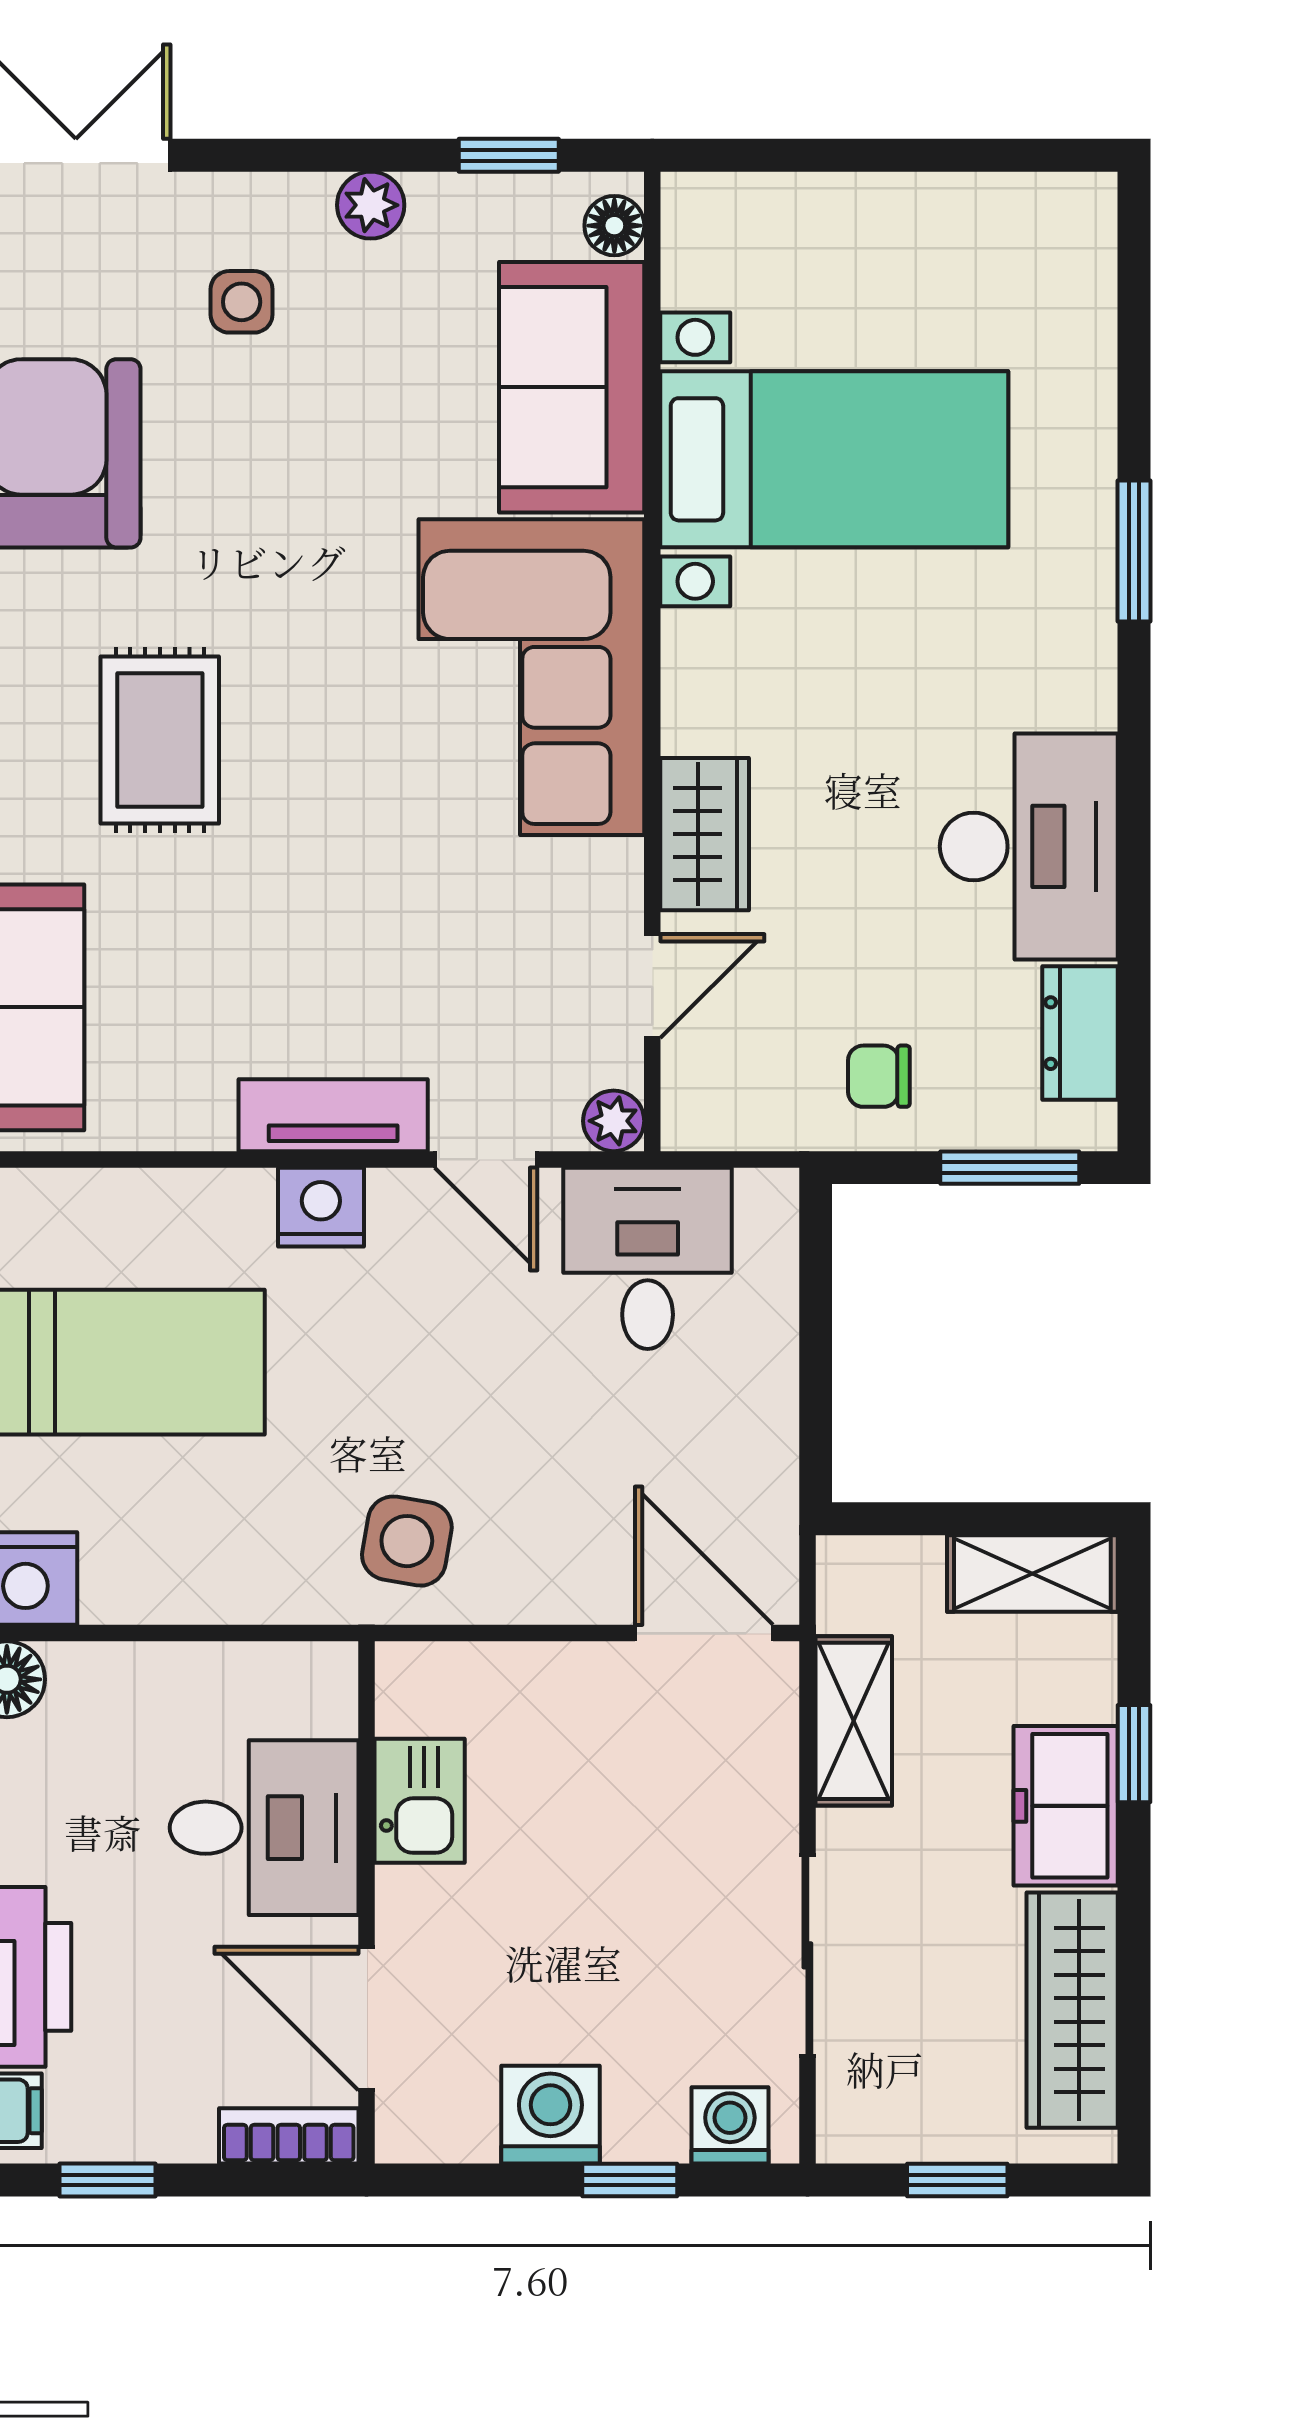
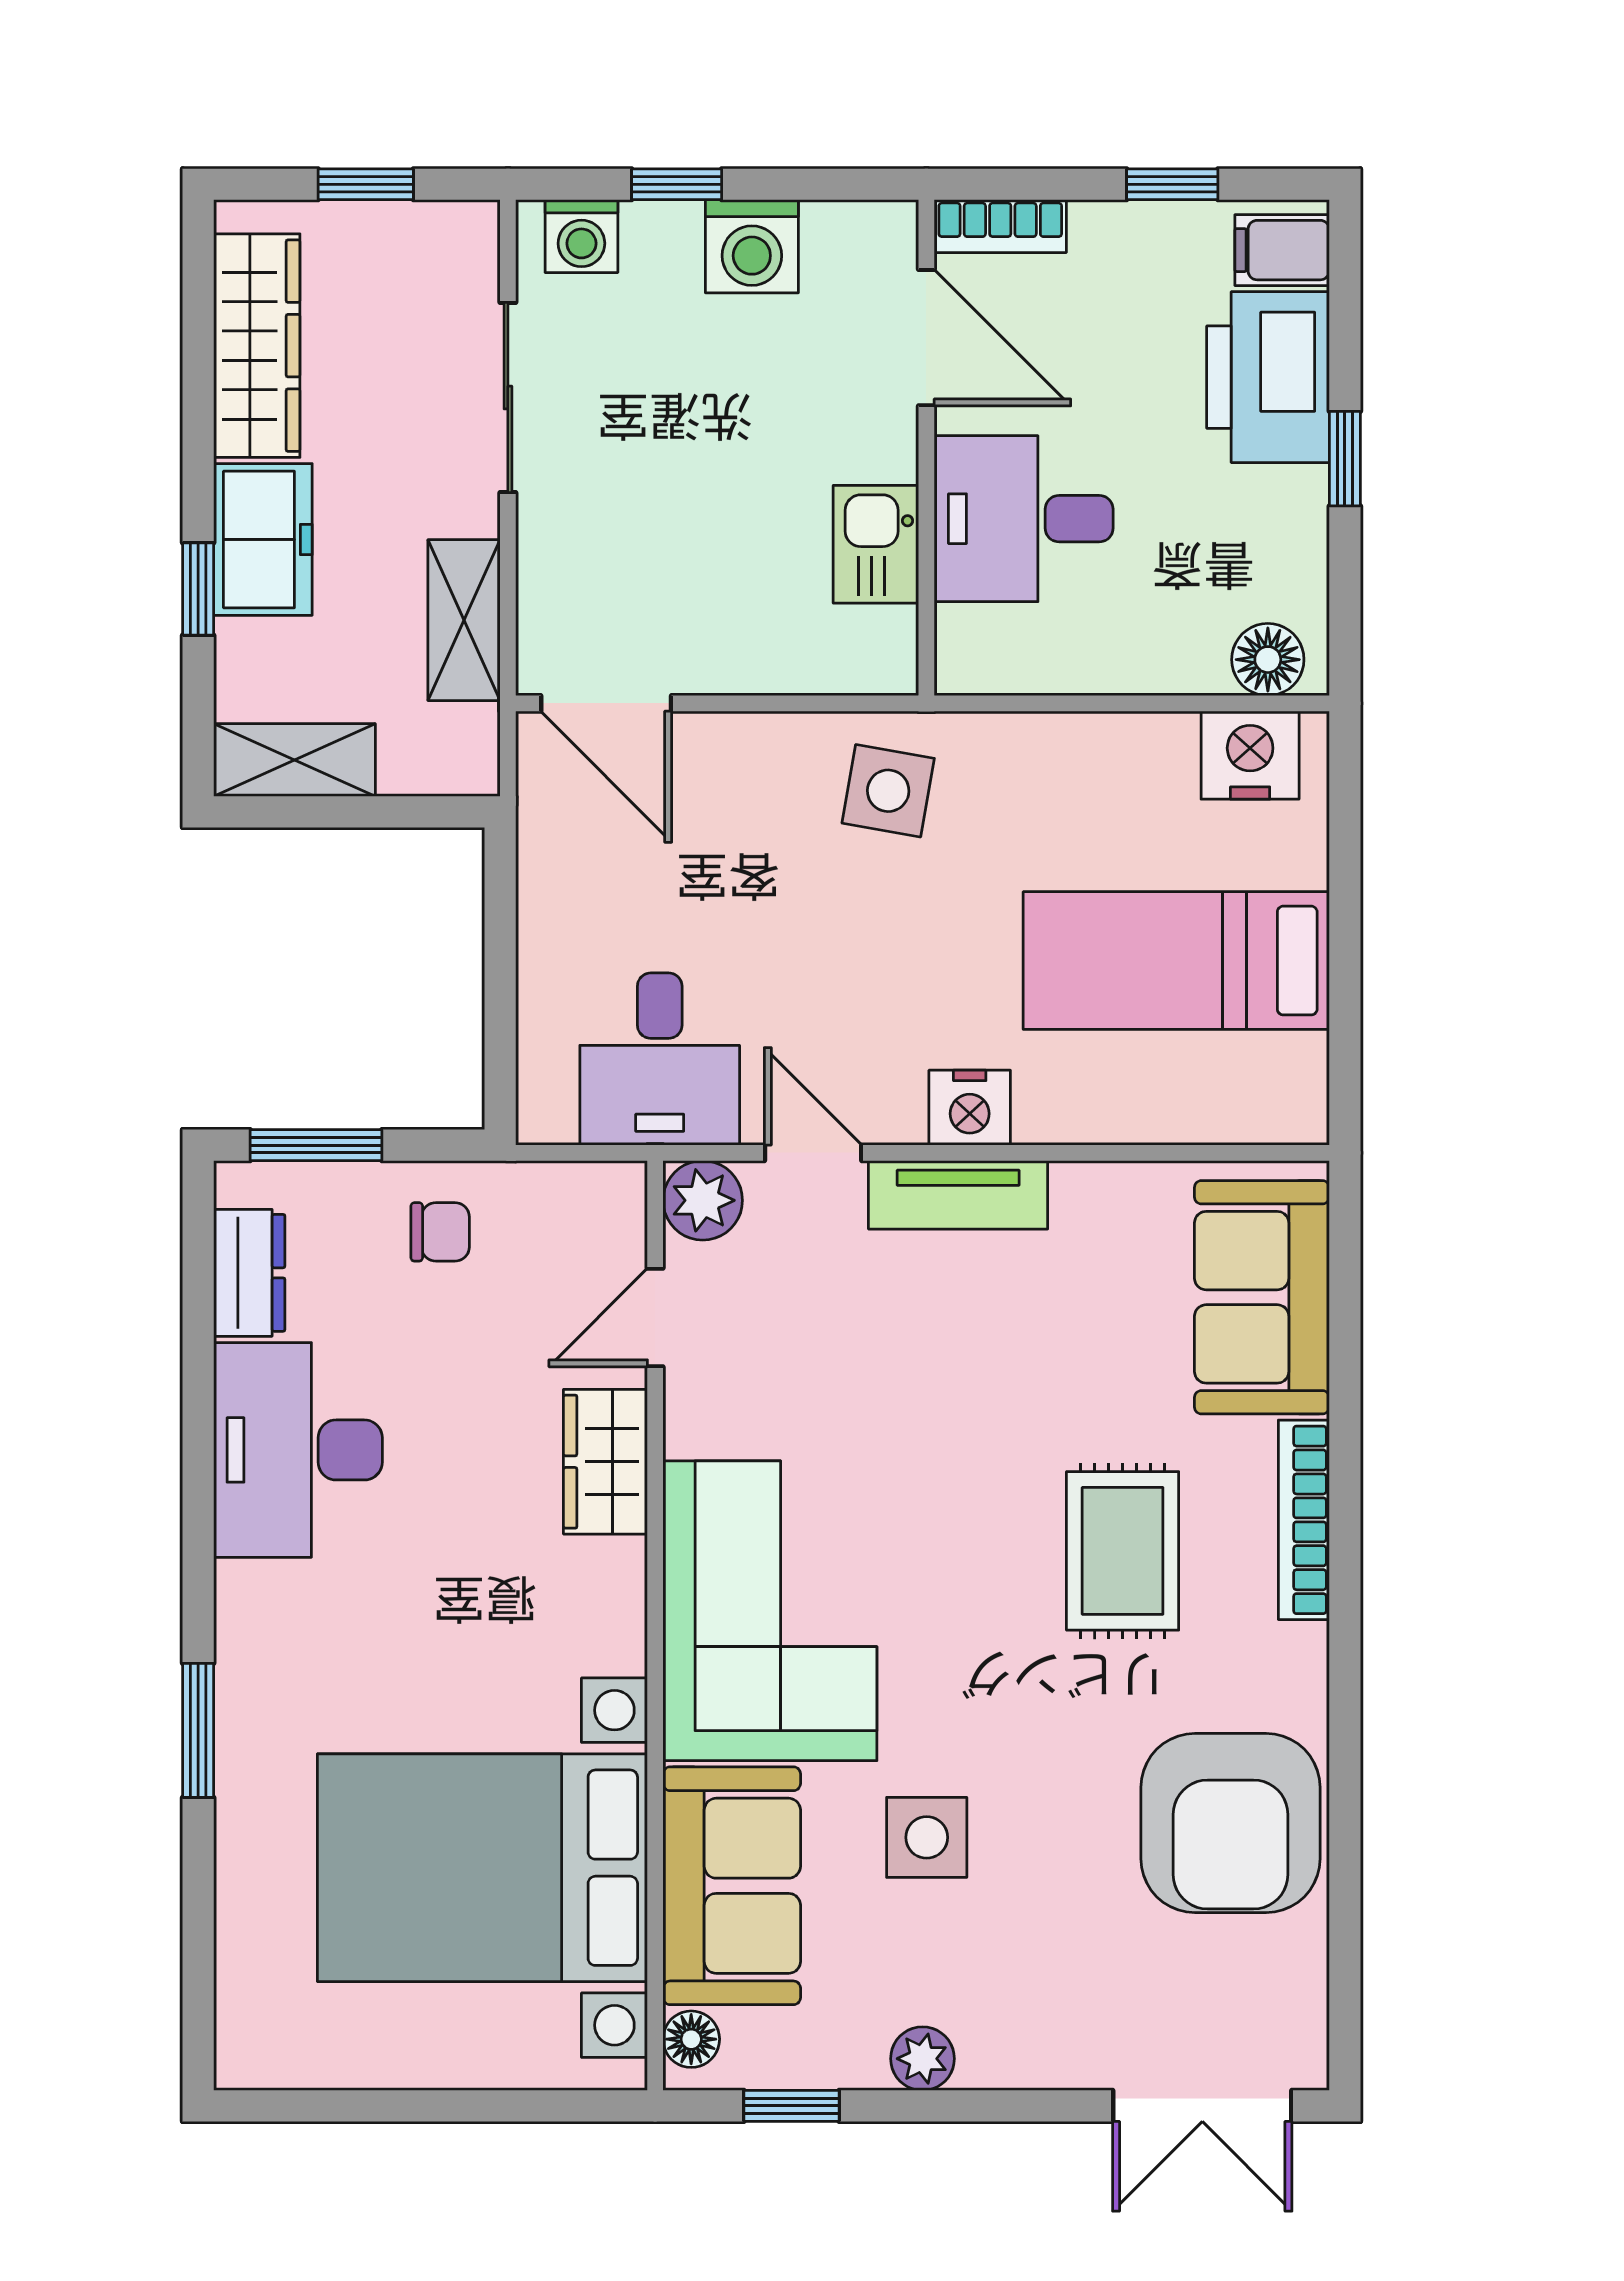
side table: (242, 302) -> (927, 1837), moved, width x1.37, depth x1.37
bed with nightstands: (834, 459) -> (482, 1868), width x1.36
plant: (614, 1121) -> (703, 1200), width x1.38, depth x1.38

